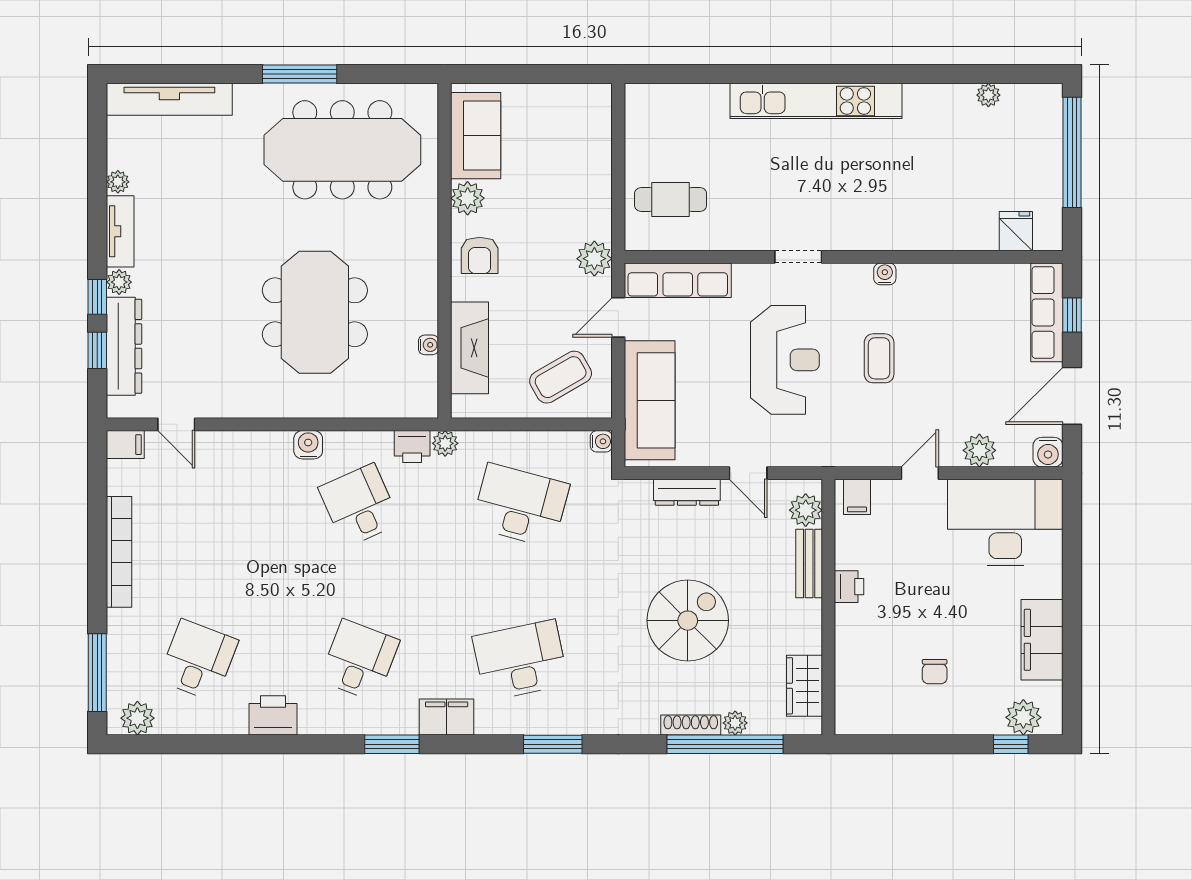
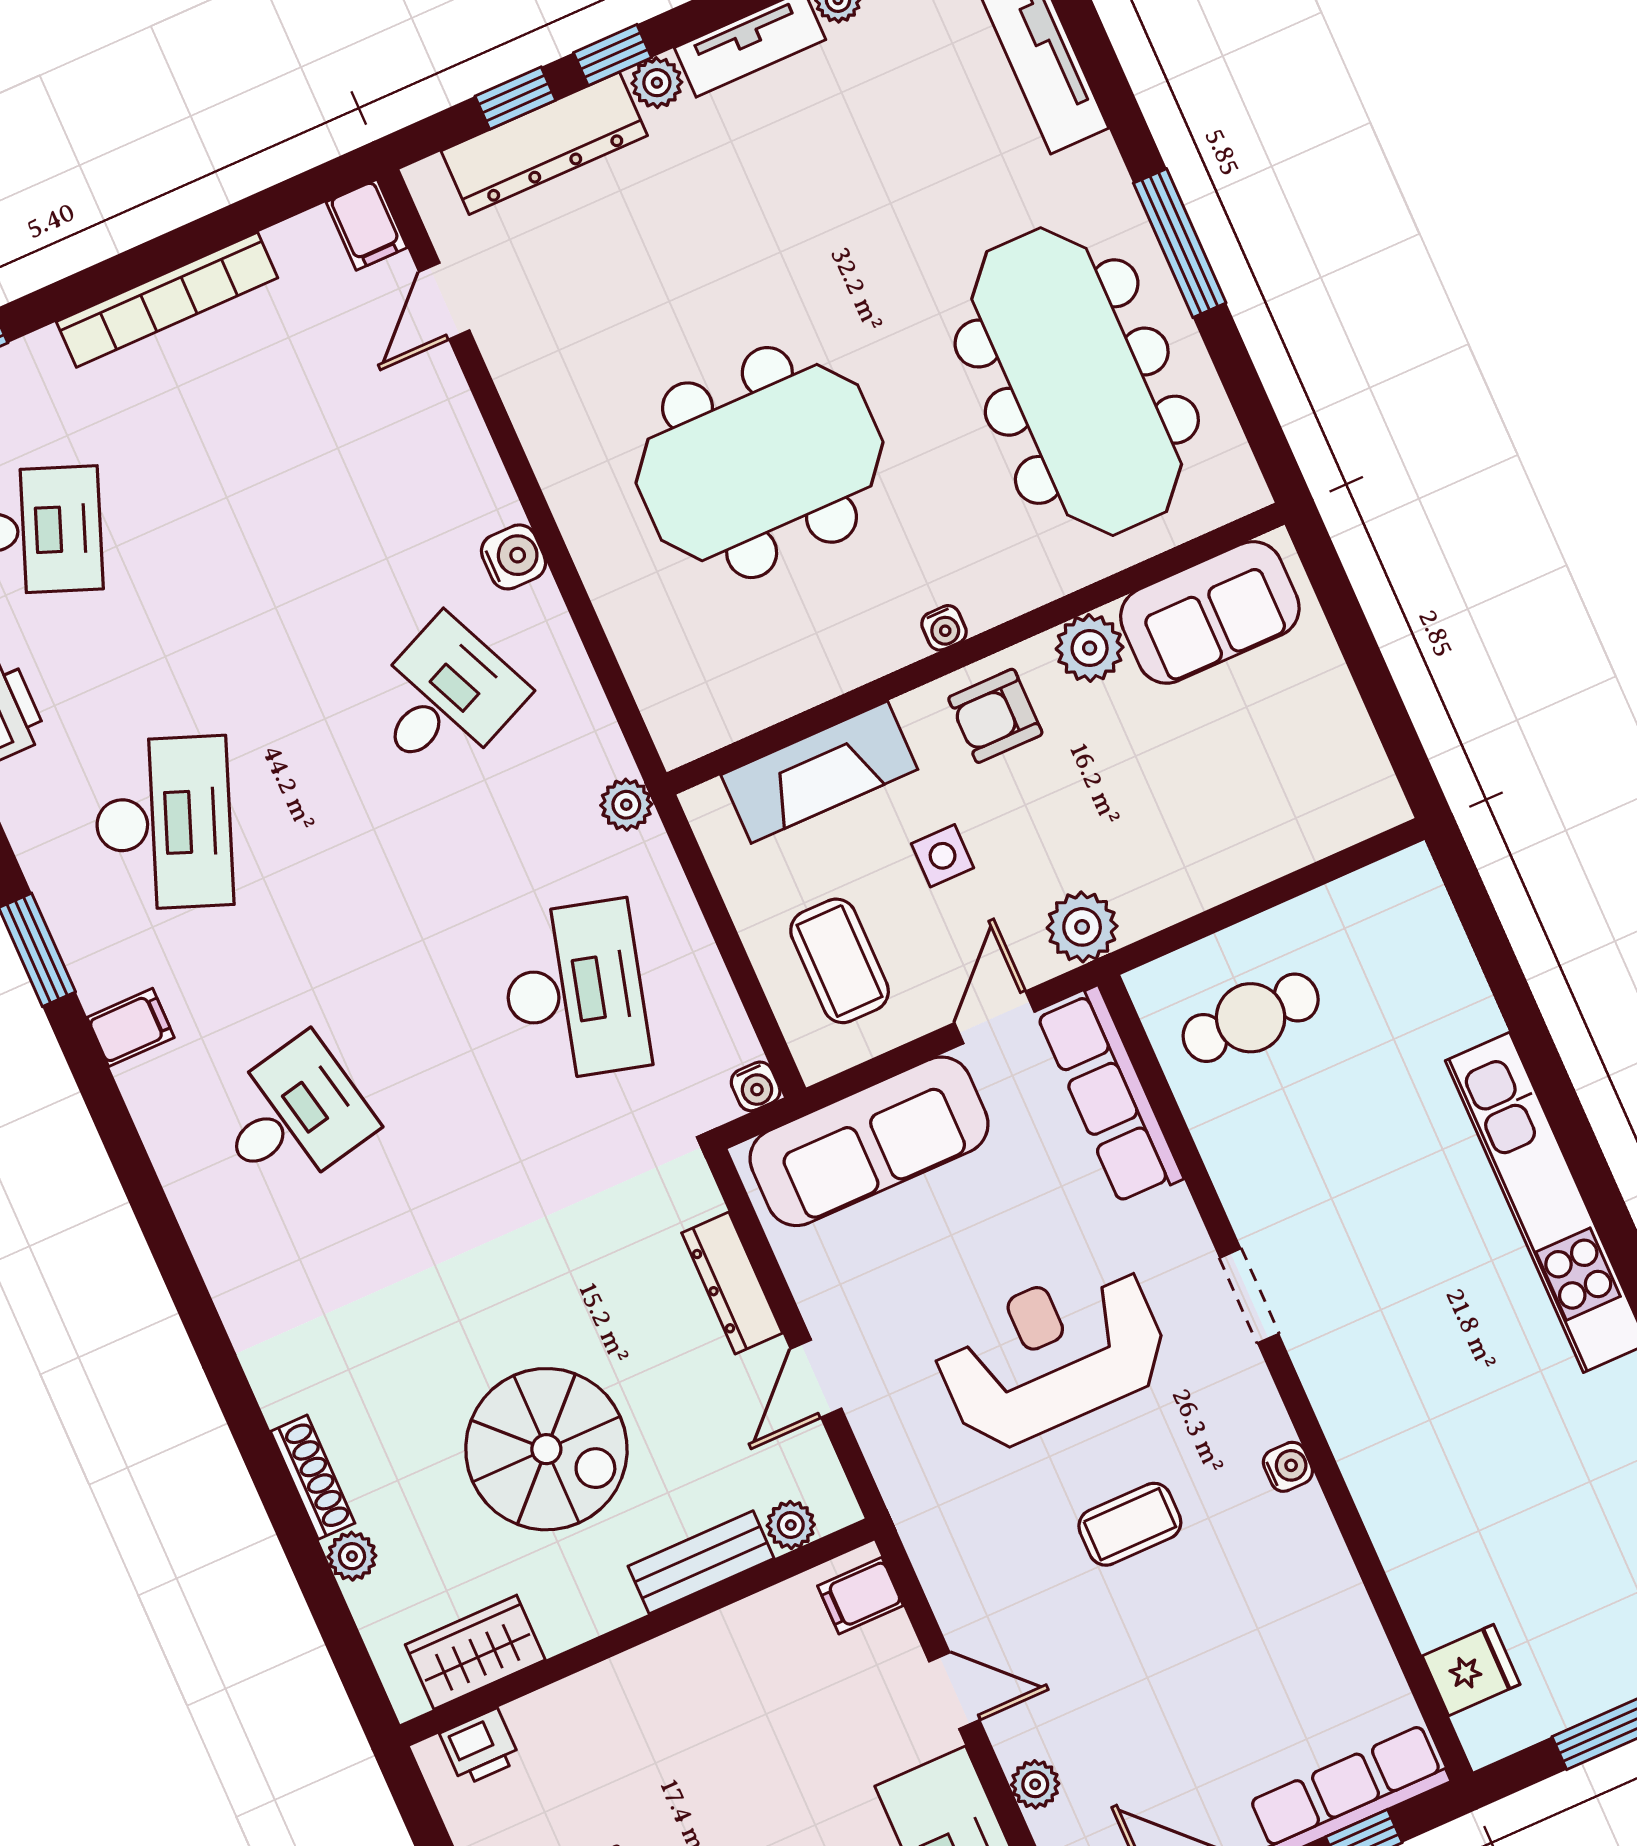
cafe table: (671, 199) -> (1251, 1018), turned 90
side table: (533, 308) -> (943, 856), added
door: (618, 317) -> (995, 1017), hinge flipped
water cooler: (429, 345) -> (944, 628), moved
reception desk: (785, 360) -> (1051, 1354), turned 180
coffee table: (561, 377) -> (840, 961), turned 30
printer: (412, 447) -> (594, 747), removed
plant: (979, 450) -> (1035, 1784), width x0.73, depth x0.73
plant: (806, 510) -> (791, 1525), width x0.73, depth x0.73
printer: (849, 587) -> (480, 1747), moved
spiral stairs: (688, 621) -> (546, 1449), moved
desk: (359, 660) -> (163, 823), width x1.37
desk: (520, 660) -> (293, 1116), width x0.73
filing cabinet: (447, 717) -> (131, 1027), width x0.50
window: (553, 744) -> (167, 1242), removed
window: (725, 744) -> (305, 1555), removed

